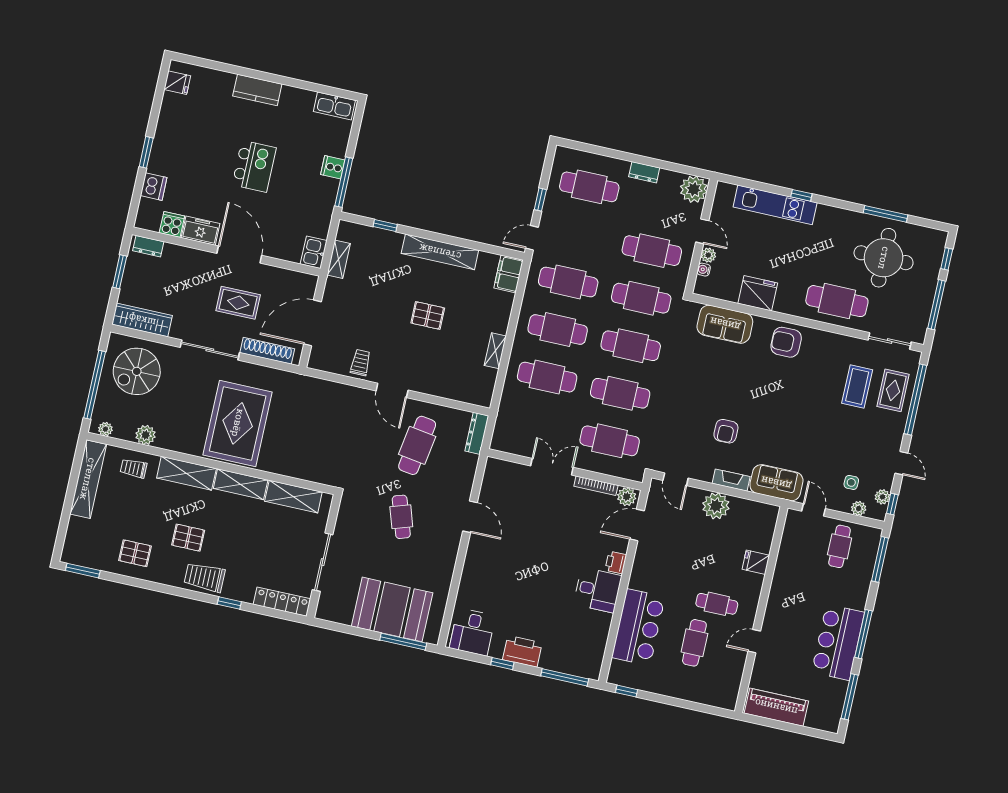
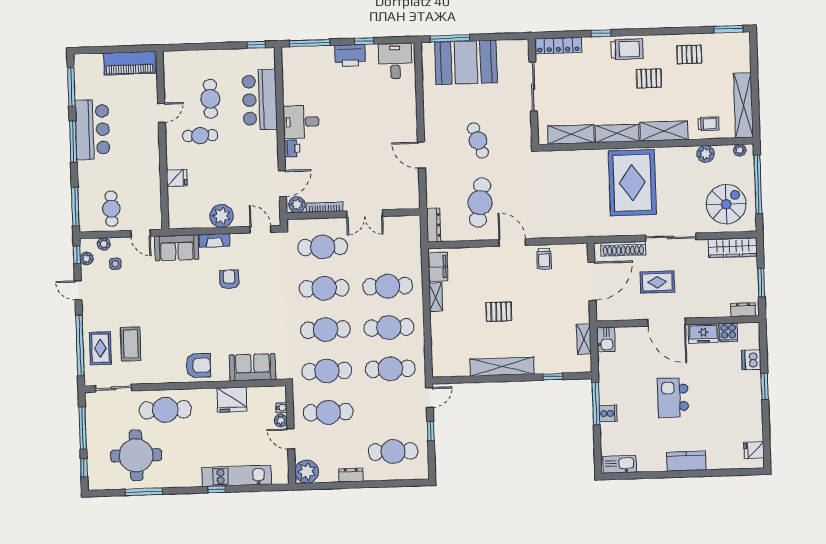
filing cabinet: (509, 274) -> (438, 267), moved

